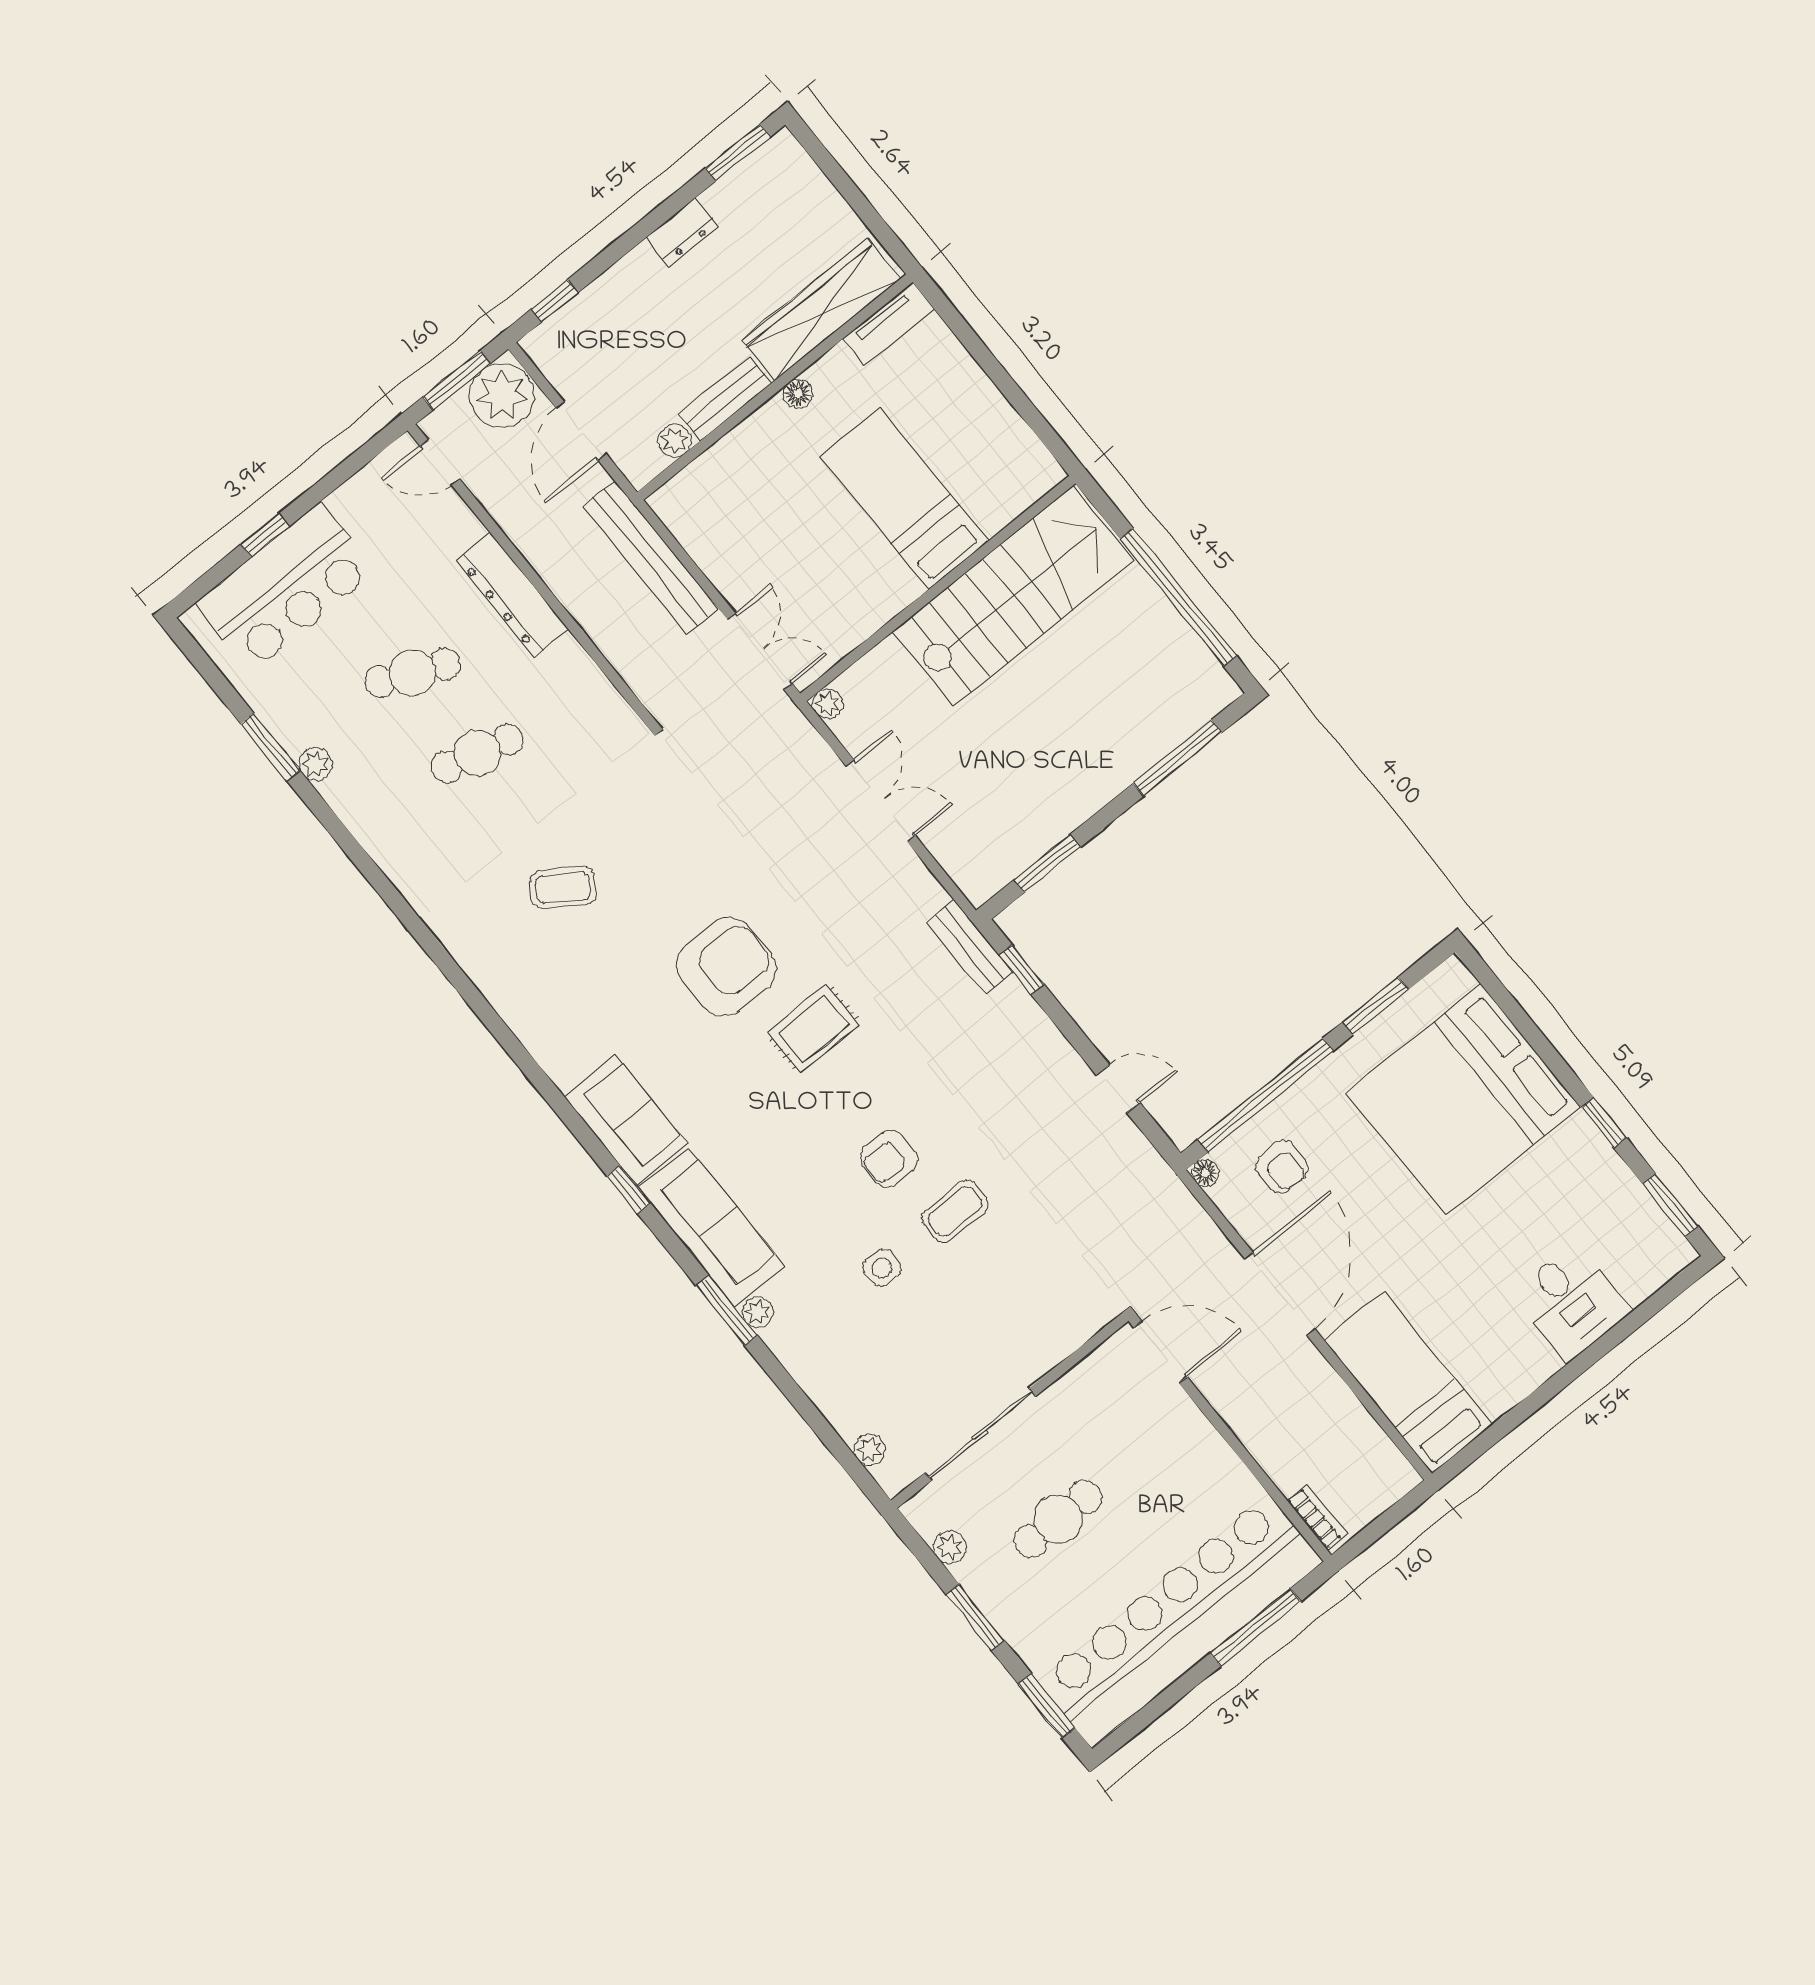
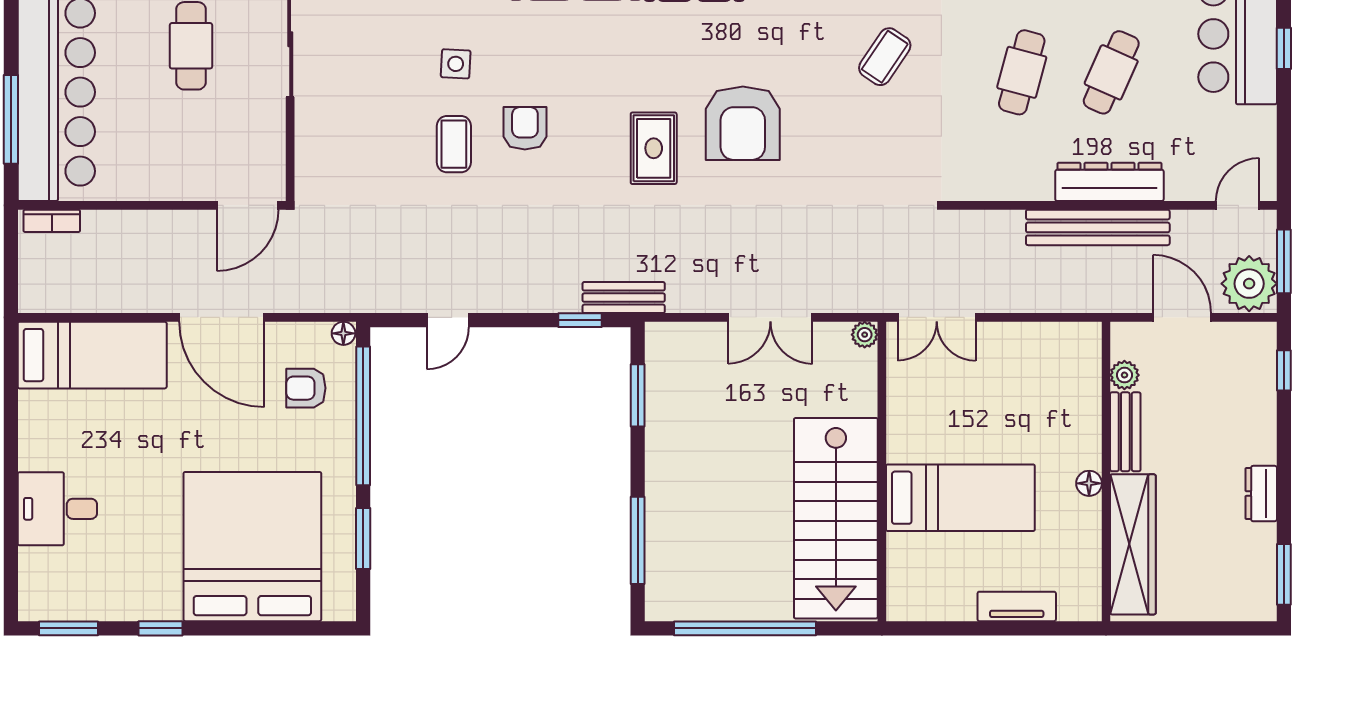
tv unit: (888, 324) -> (1017, 606), moved, turned 90
bench: (651, 557) -> (1098, 227), moved

